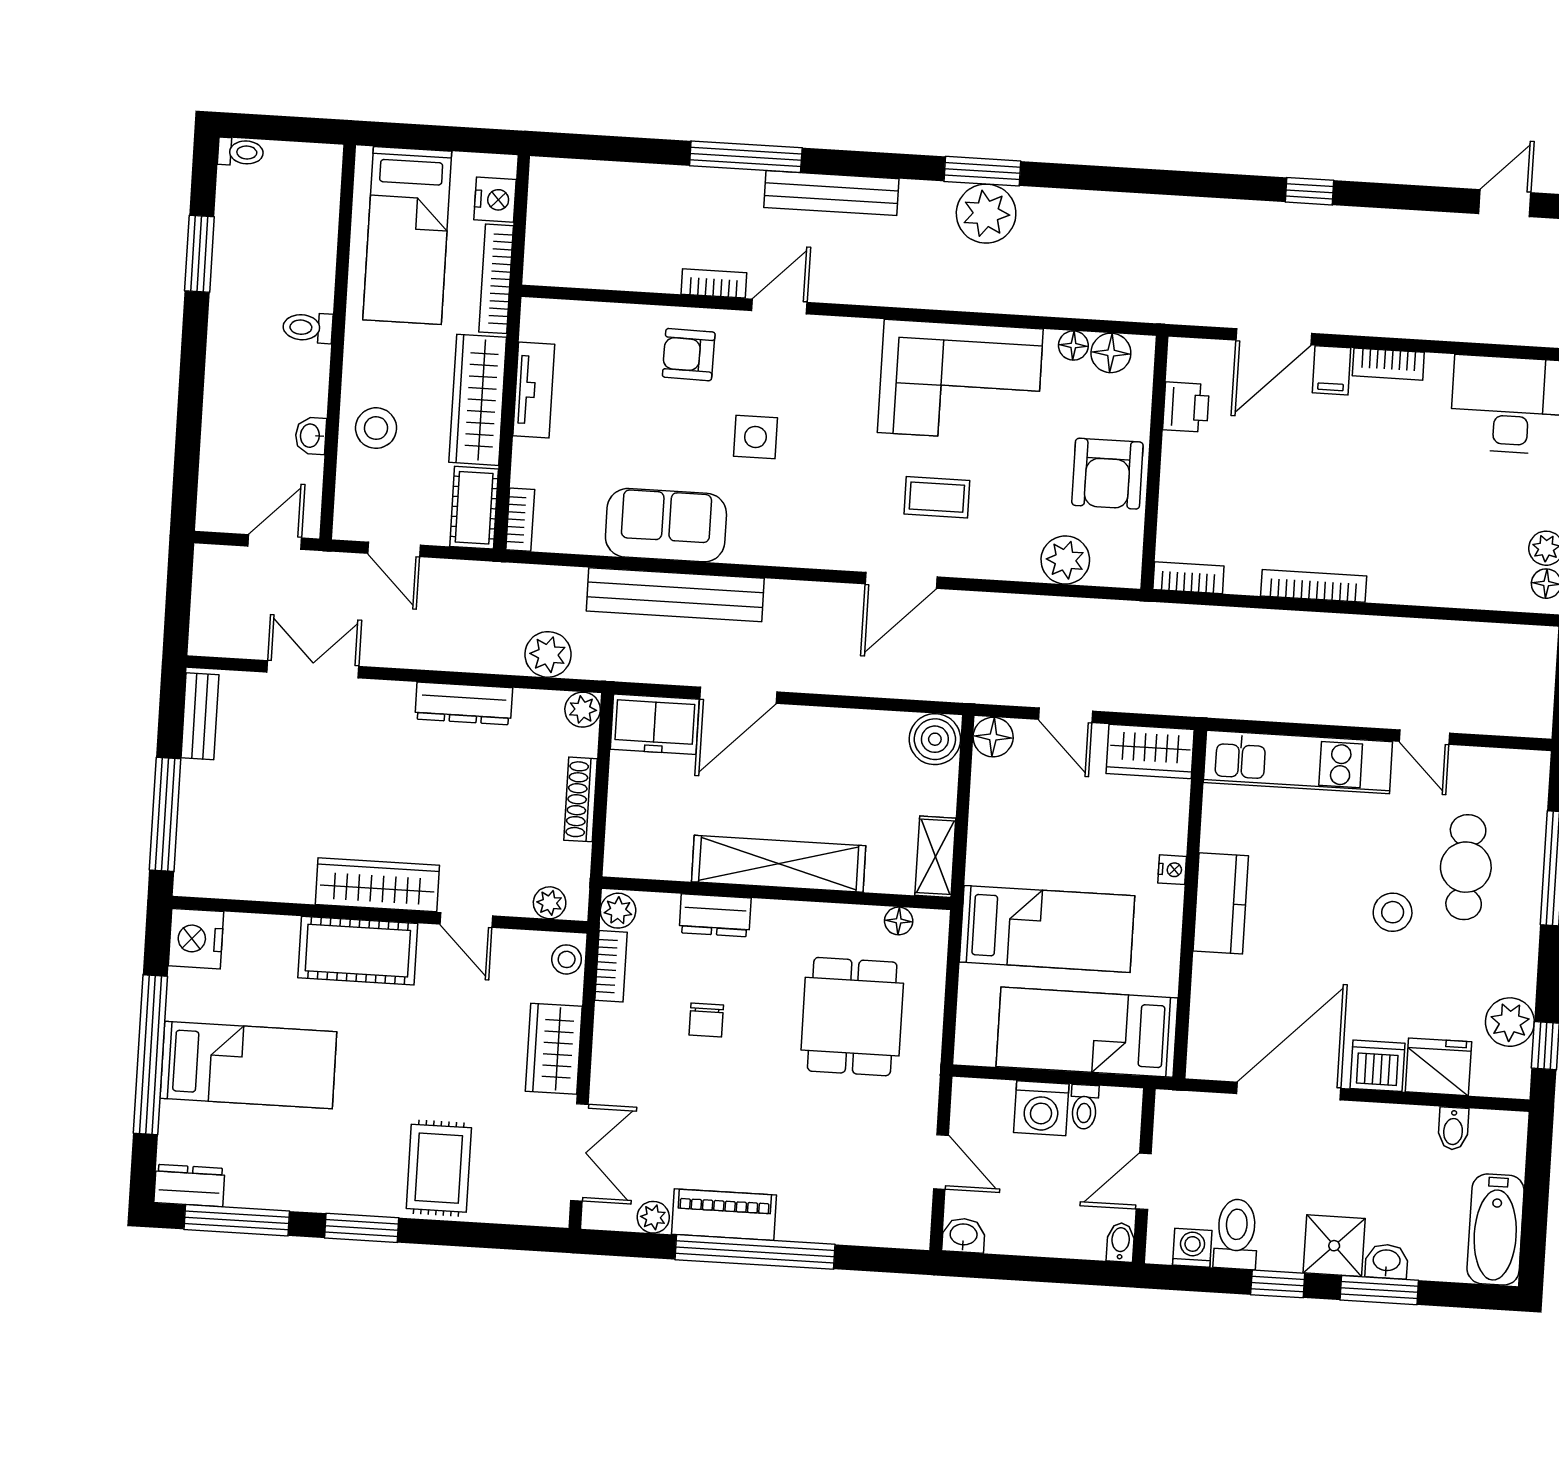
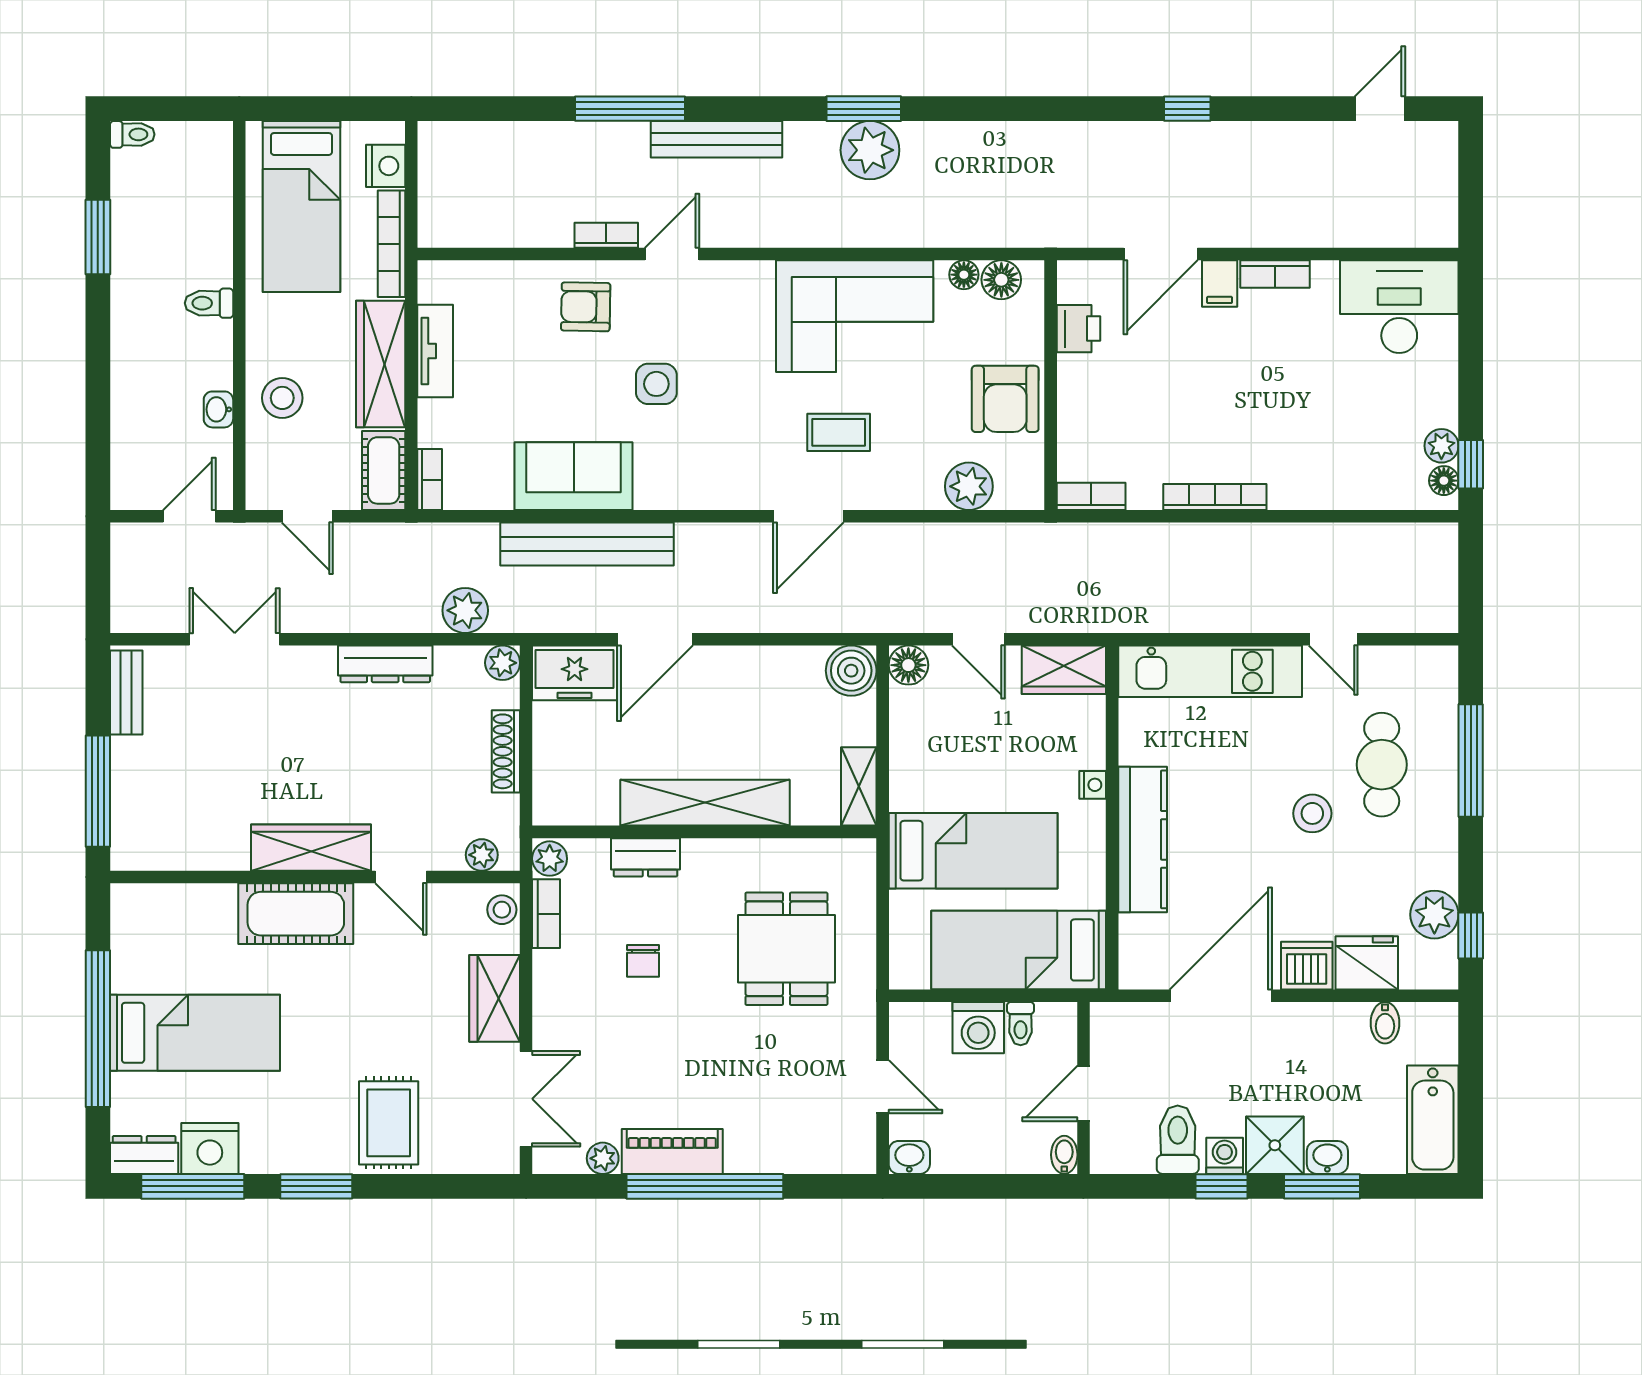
kitchen counter: (1221, 903) -> (1143, 839), width x1.50
floor lamp: (899, 921) -> (826, 852), removed
nightstand: (196, 939) -> (210, 1148), moved, turned -90
washing machine: (1192, 1248) -> (1225, 1156), moved

